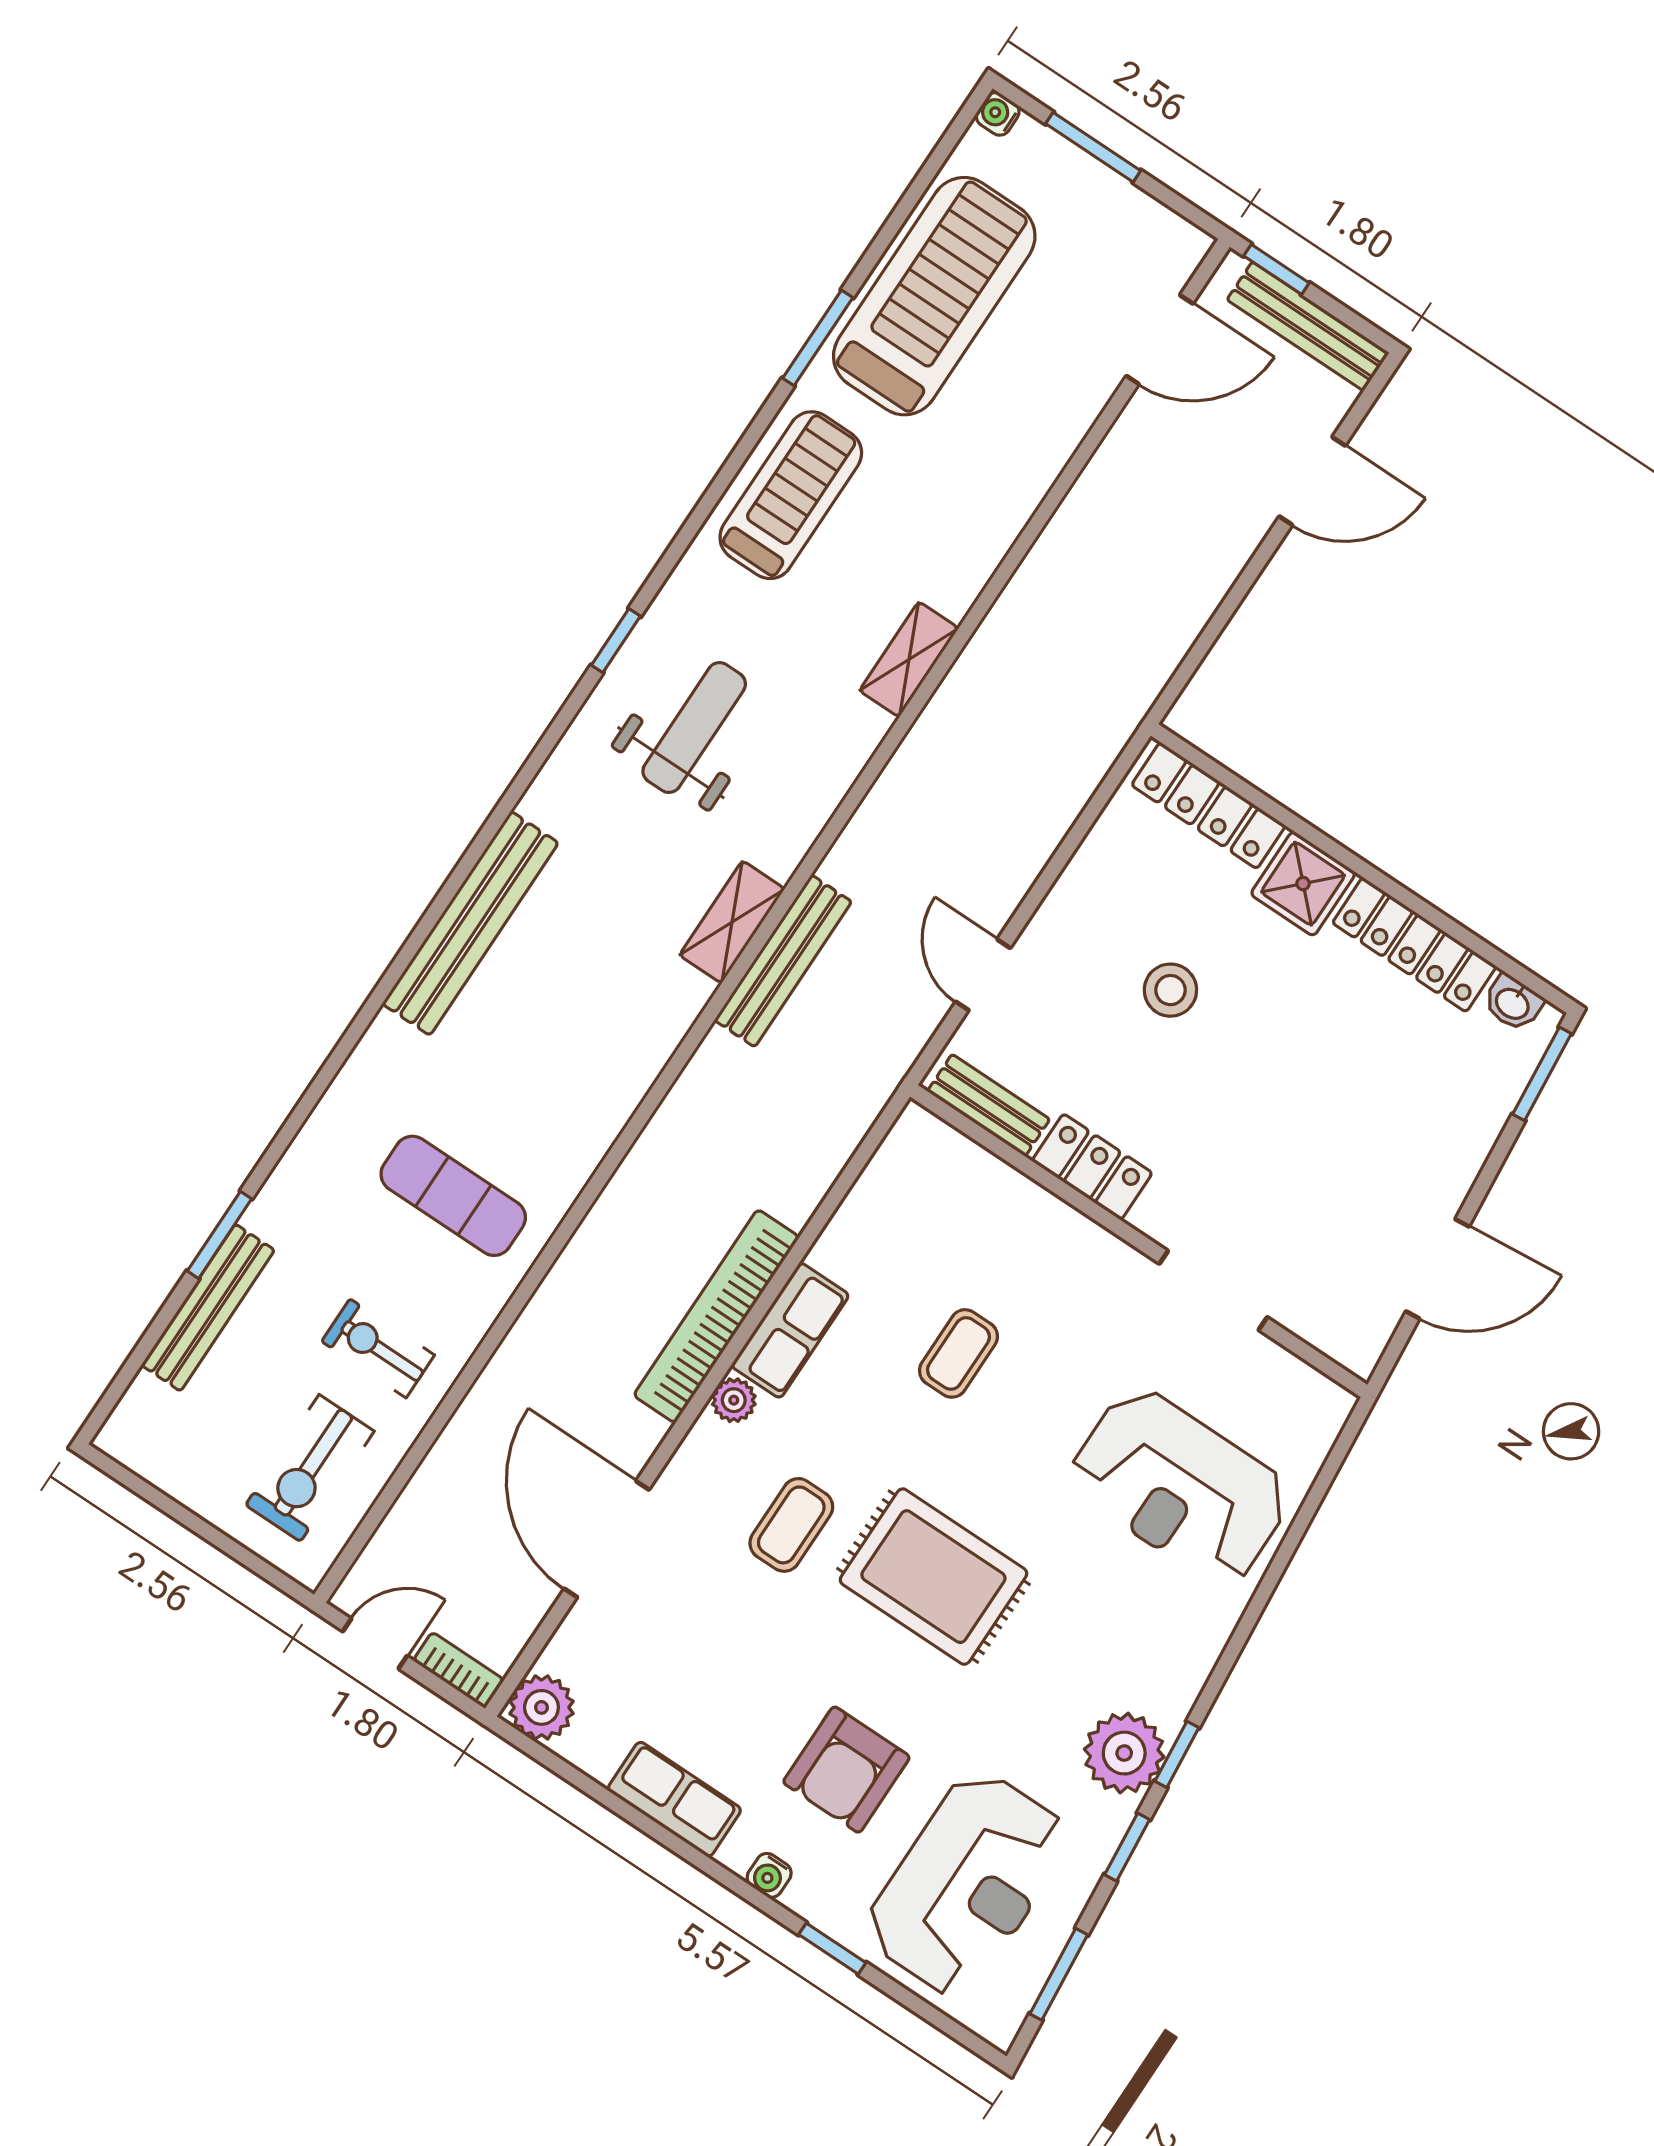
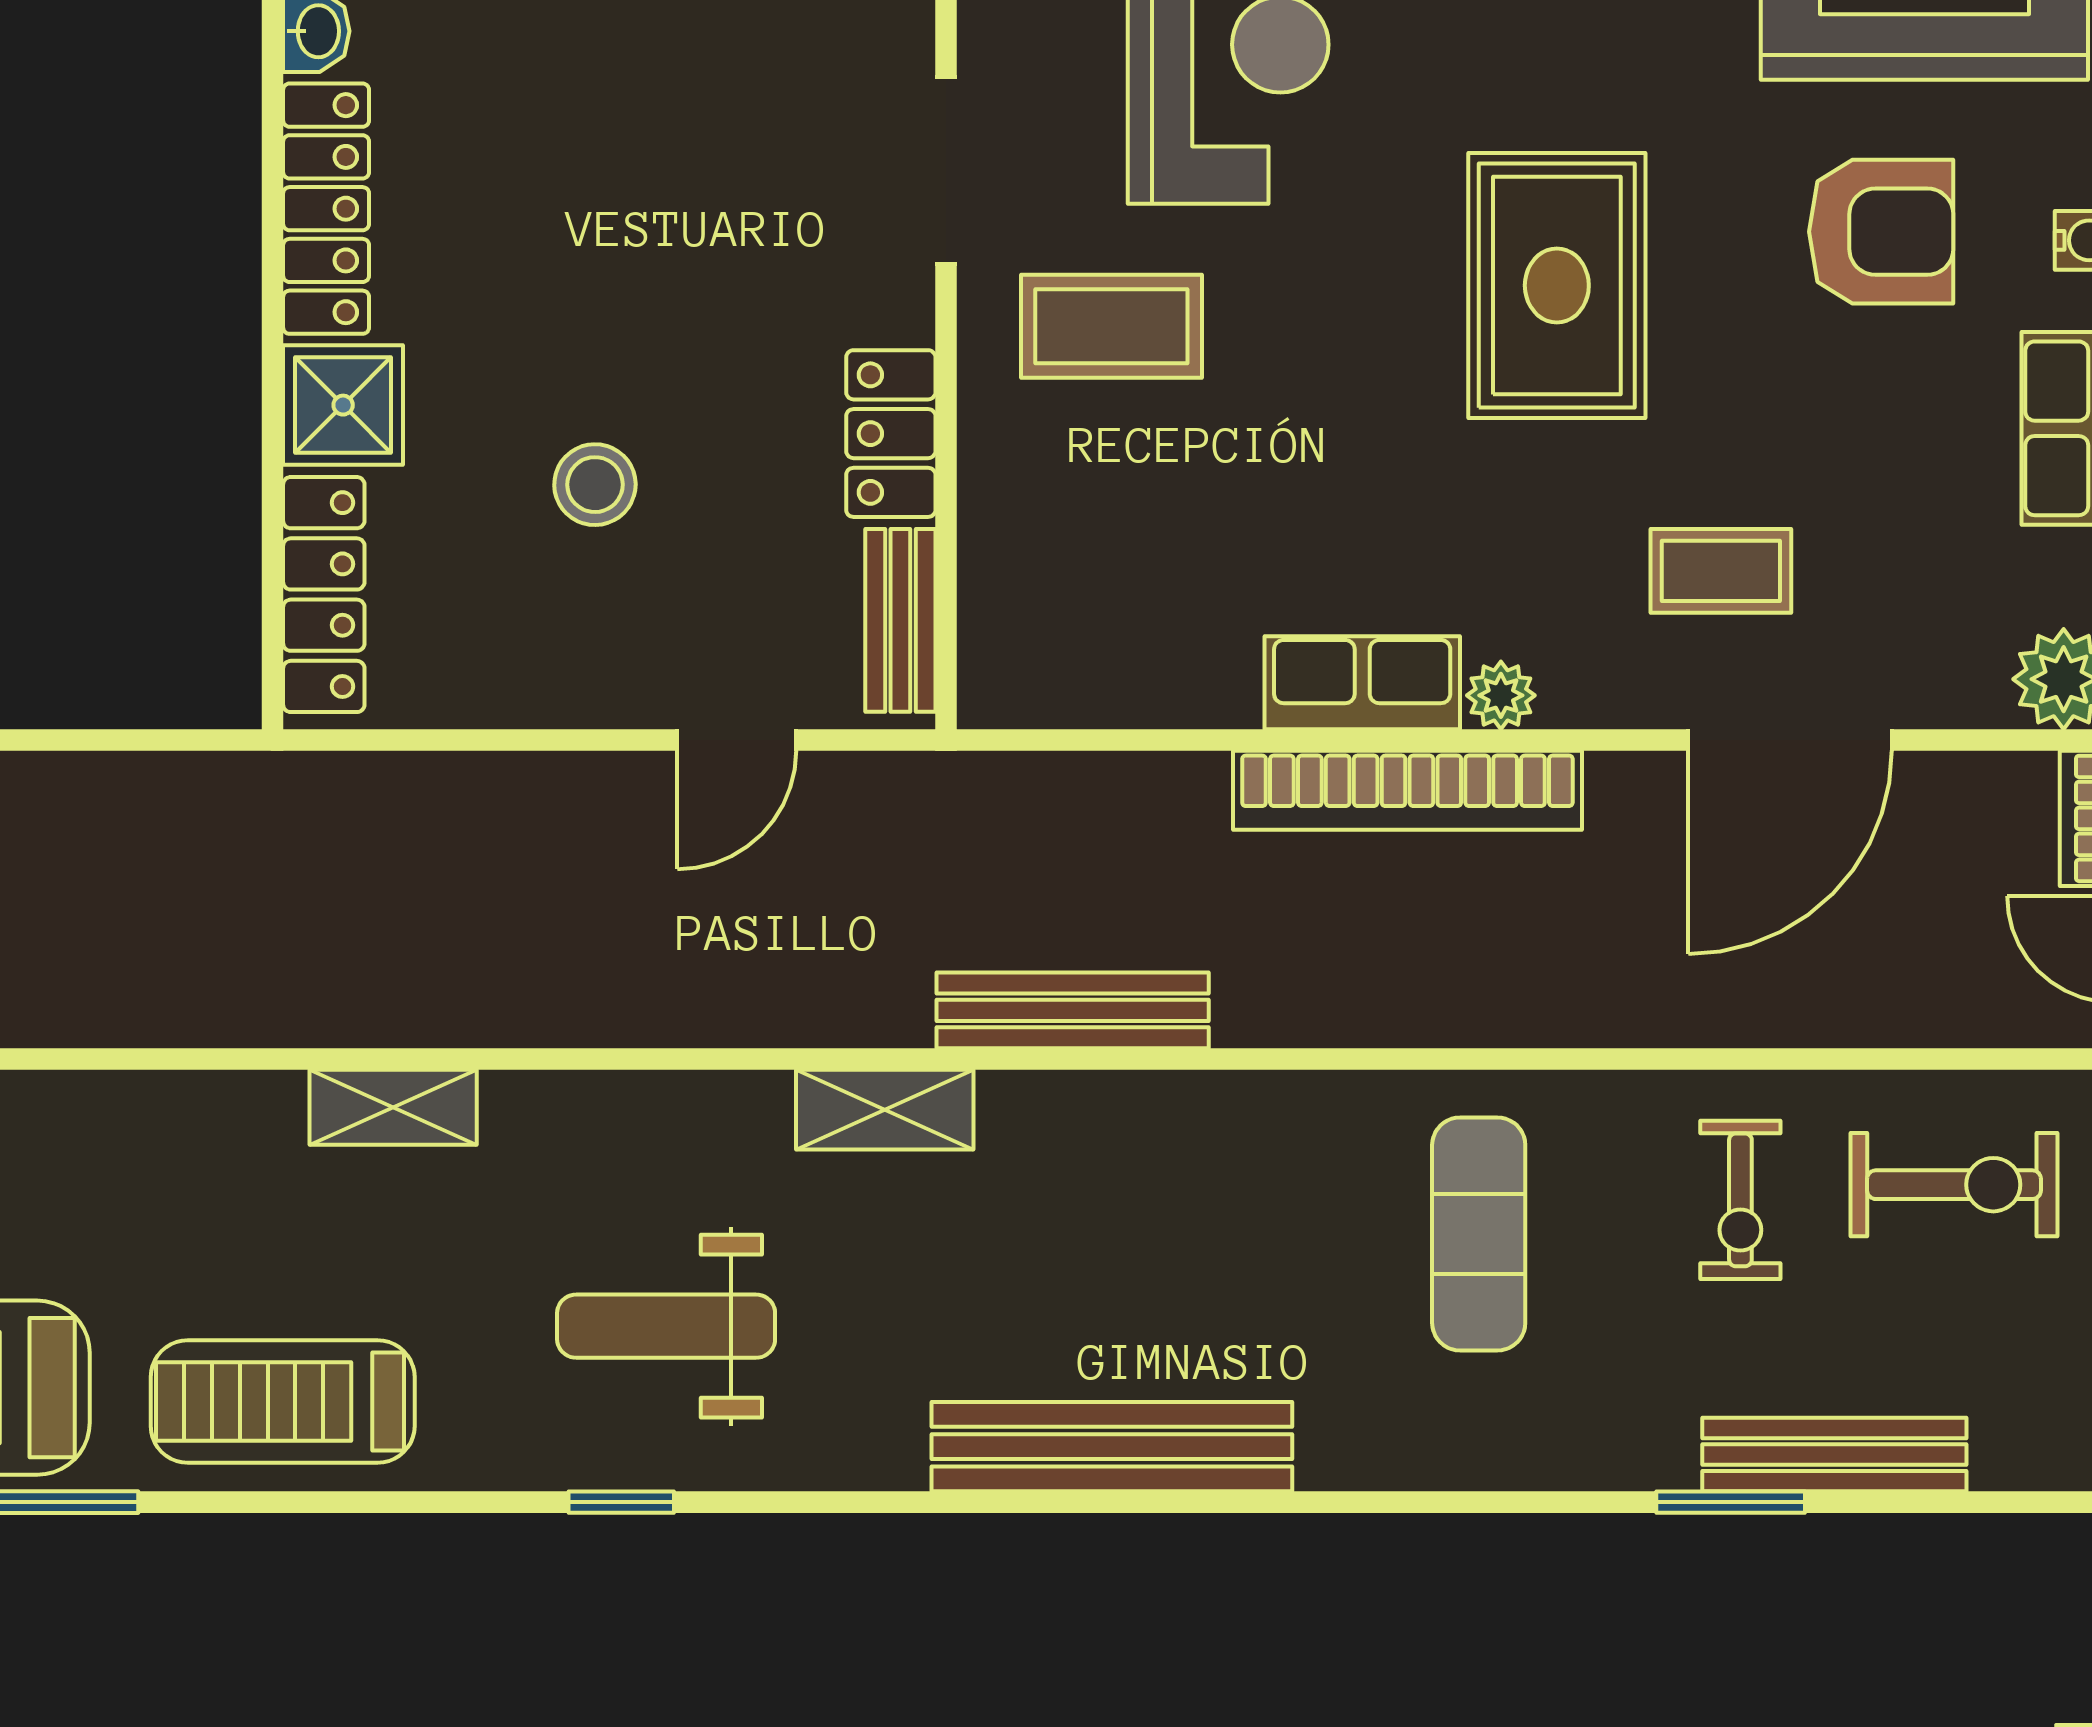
bench: (783, 961) -> (1073, 1010), moved
coffee table: (958, 1353) -> (1111, 326), moved, width x1.36, depth x1.30
coffee table: (791, 1525) -> (1721, 571), moved

